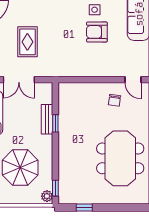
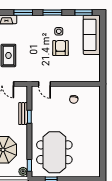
armchair: (97, 32) -> (61, 48), turned 90
door: (133, 80) -> (45, 84), moved
meeting table: (120, 158) -> (54, 152), moved

